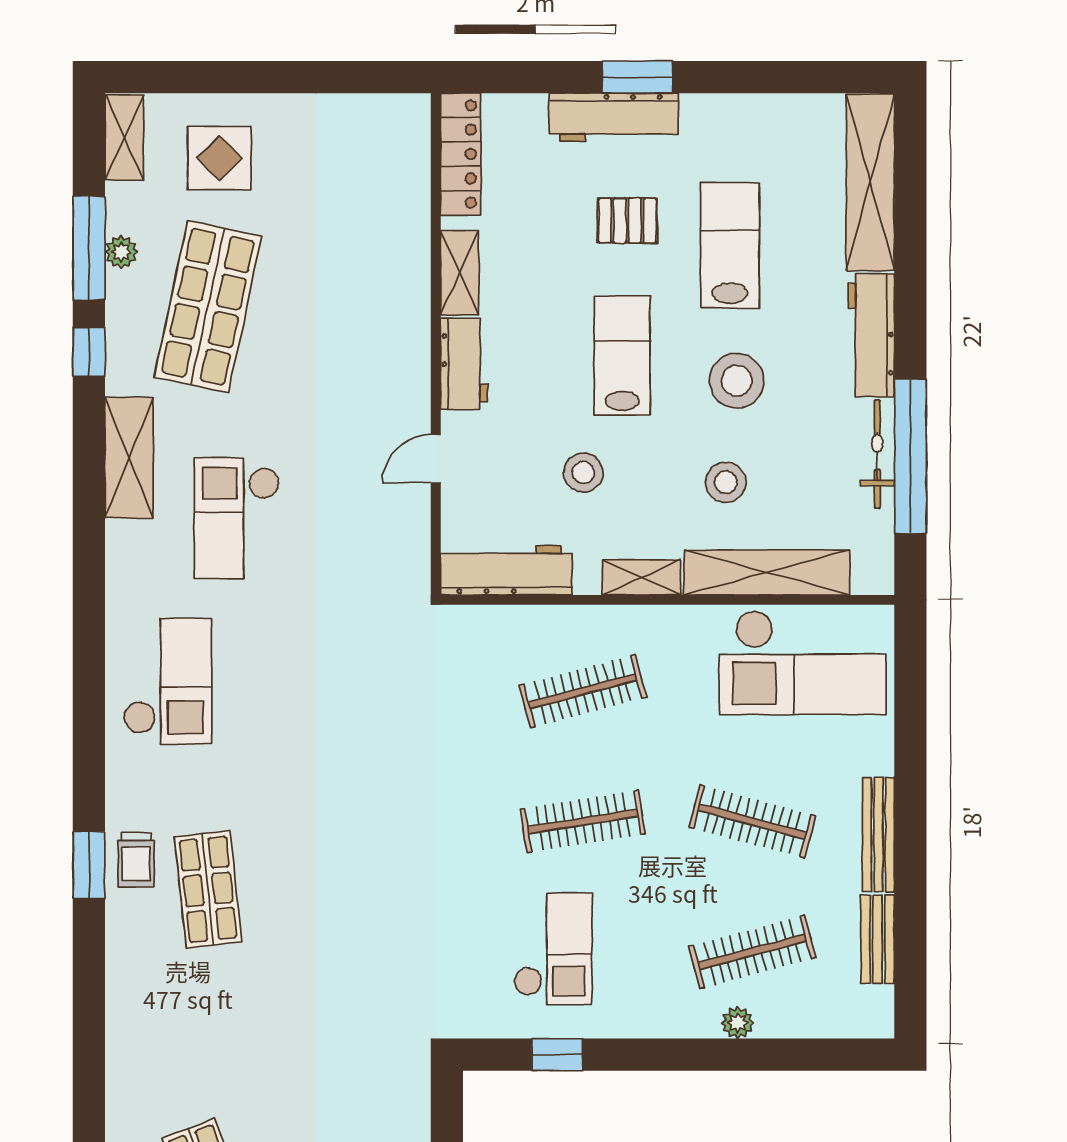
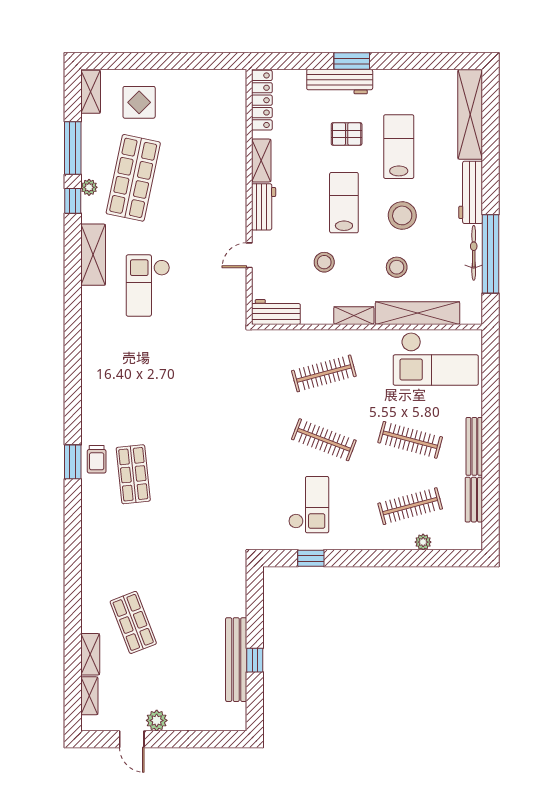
plant: (121, 252) -> (89, 187), moved
workbench: (506, 570) -> (276, 312), width x0.73
checkout: (168, 681) -> (113, 368), removed
clothes rail: (583, 822) -> (324, 440), turned 30
plant: (738, 1023) -> (423, 542), moved

